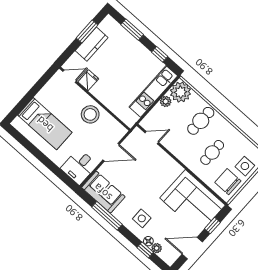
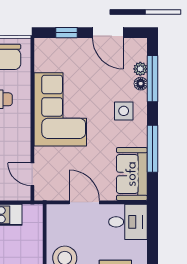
corner sofa: (193, 202) -> (60, 109), moved
window: (145, 250) -> (152, 79), width x2.17

